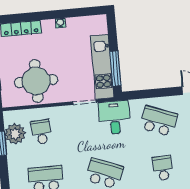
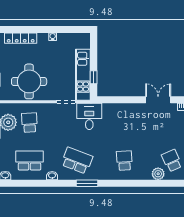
window: (116, 69) -> (94, 77), width x0.46
school desk: (159, 121) -> (124, 123), removed

